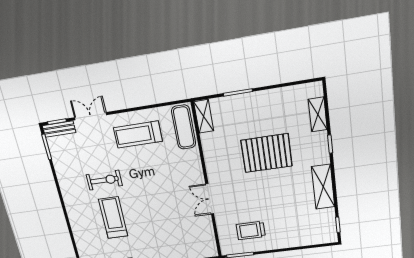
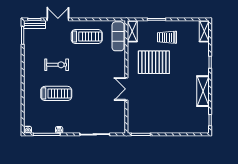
shelving: (318, 114) -> (204, 31), moved
treadmill: (138, 134) -> (87, 37), turned 180
pallet: (267, 153) -> (154, 62), moved
treadmill: (113, 218) -> (56, 93), turned 90
trolley: (251, 231) -> (167, 37), moved

